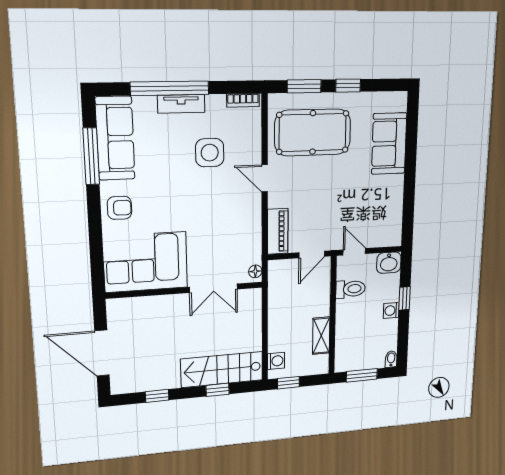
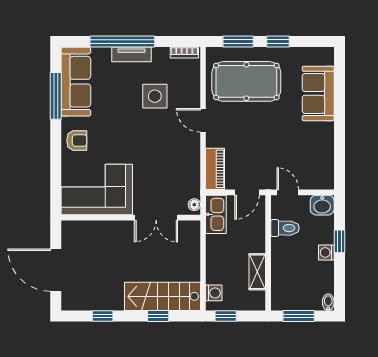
kitchen sink: (279, 280) -> (216, 214), added

